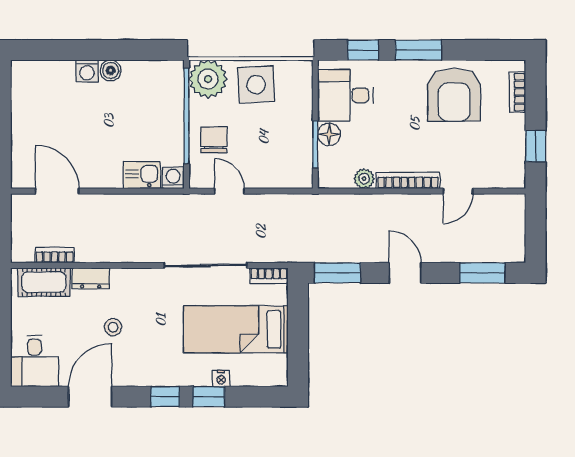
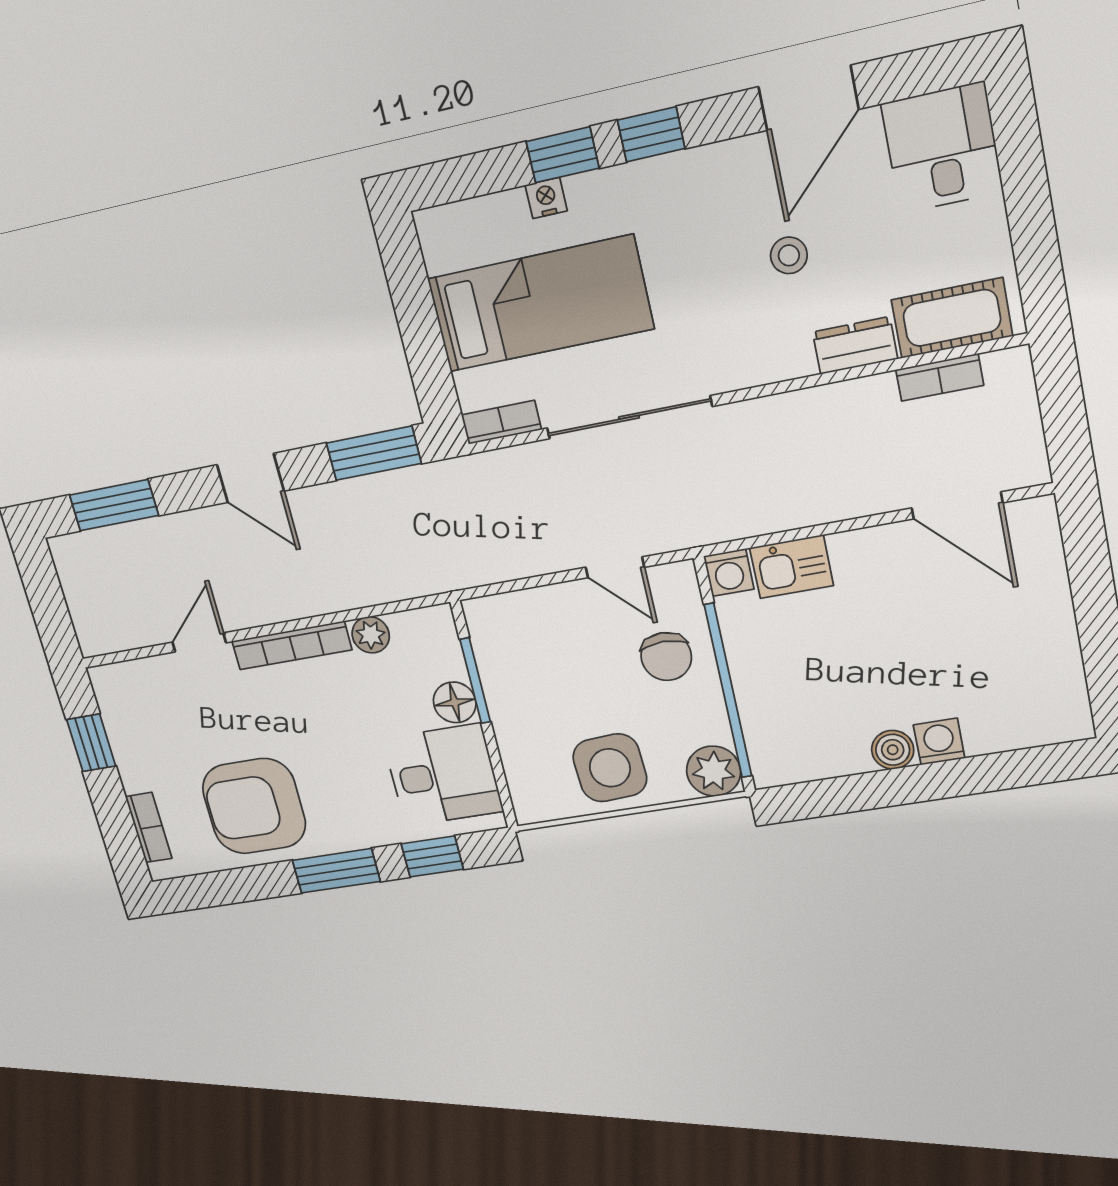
plant: (208, 79) -> (714, 771), width x0.73, depth x0.73
armchair: (454, 95) -> (254, 806), turned -90

